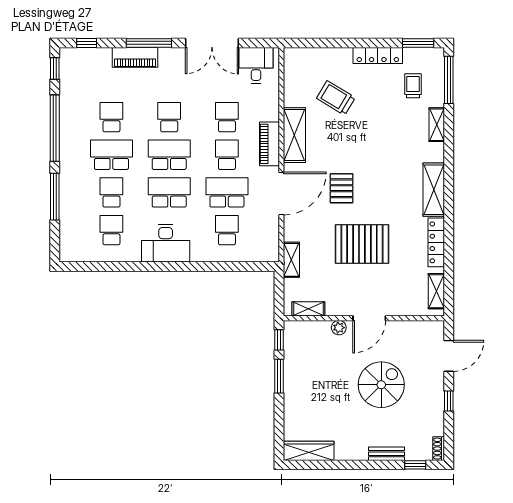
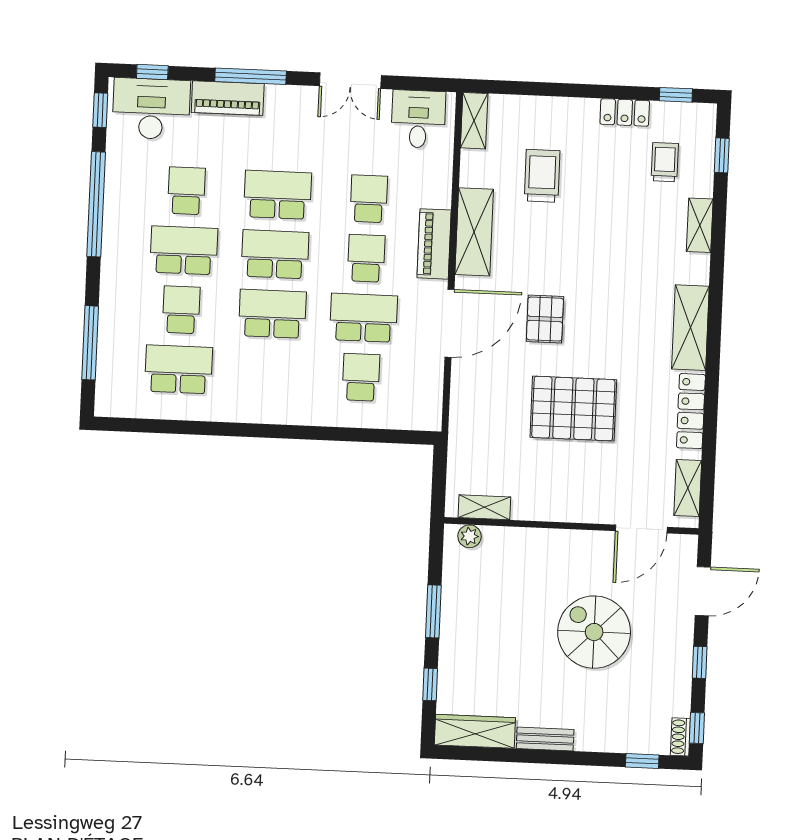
double door: (212, 43) -> (350, 81), width x0.73
window: (418, 43) -> (676, 95), width x0.67
locker: (378, 55) -> (625, 112), width x0.66
window: (449, 80) -> (722, 155), width x0.46
trolley: (336, 98) -> (542, 176), turned 59
school desk: (169, 117) -> (278, 195), width x1.85
window: (55, 197) -> (90, 343), moved
school desk: (111, 230) -> (179, 369), width x1.85
desk: (166, 243) -> (151, 109), moved, turned 180
shelving: (291, 260) -> (474, 121), moved
door: (369, 318) -> (641, 529), moved
plant: (339, 328) -> (469, 536), moved
window: (279, 340) -> (430, 684), moved
spiral stairs: (381, 385) -> (594, 632), turned -90
window: (449, 443) -> (697, 728), added
bench: (387, 454) -> (545, 739), moved

